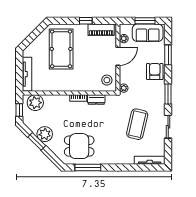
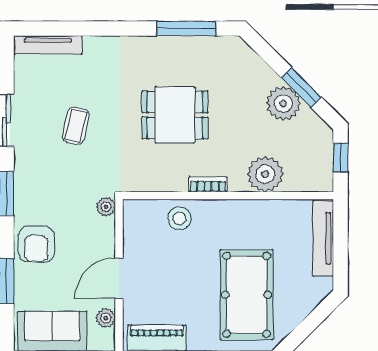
stool: (107, 80) -> (179, 218), moved
dresser: (96, 99) -> (168, 181), removed
plant: (35, 103) -> (265, 174), moved
coffee table: (137, 124) -> (76, 126), width x0.54, depth x0.58
dining table: (79, 146) -> (175, 115), moved

